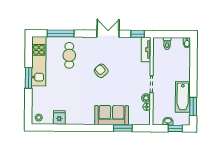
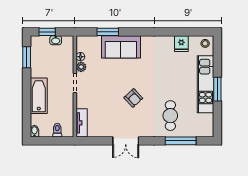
window: (138, 34) -> (91, 141), removed
kitchen unit: (39, 61) -> (206, 84), moved
bathtub: (183, 97) -> (39, 96), moved

